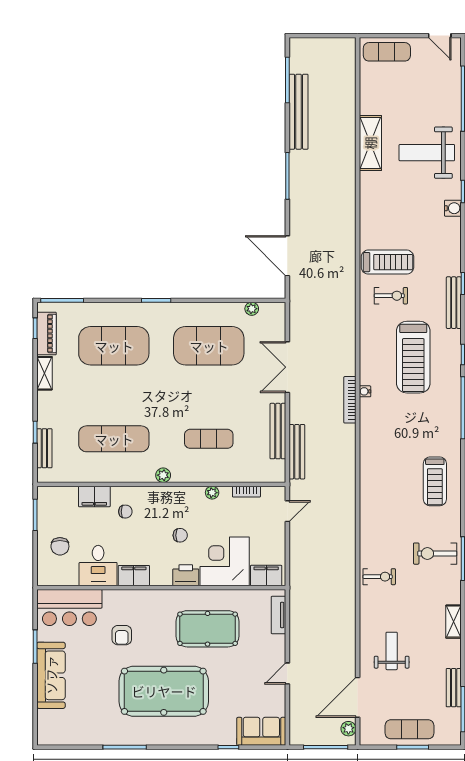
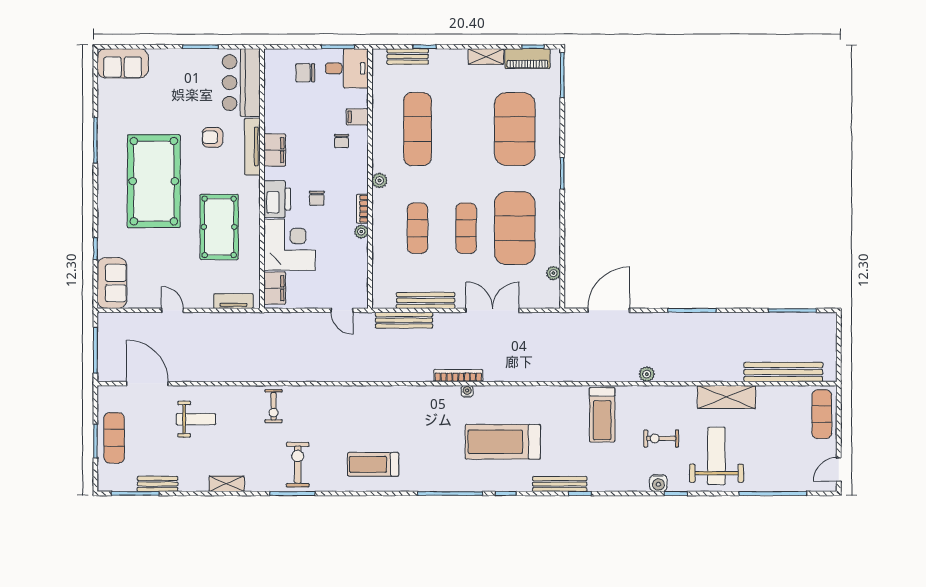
bench: (299, 112) -> (783, 372), moved
exercise bike: (391, 296) -> (661, 438), moved, turned 90
exercise mat: (209, 392) -> (466, 228), added
bookcase: (246, 492) -> (362, 209), moved
filing cabinet: (94, 497) -> (357, 117), width x0.50
desk: (98, 566) -> (347, 68), moved, turned 180
printer: (186, 575) -> (277, 199), width x1.37, depth x1.19
tv unit: (131, 597) -> (252, 147), added
sofa: (51, 675) -> (123, 63), moved, width x0.73
plant: (348, 729) -> (647, 374), moved

